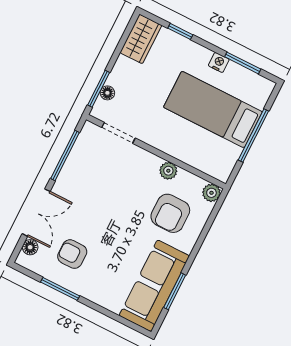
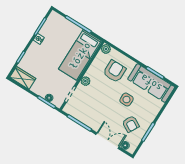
bed: (213, 109) -> (80, 55), moved
plant: (168, 171) -> (85, 81), moved
armchair: (170, 213) -> (114, 71), turned -90
side table: (118, 242) -> (127, 100), added
armchair: (72, 254) -> (131, 124), turned -61

